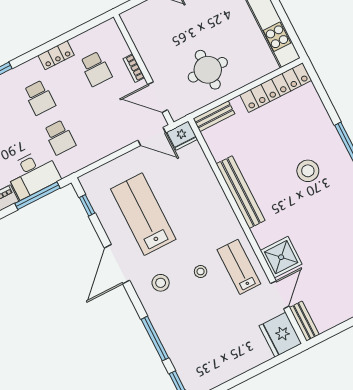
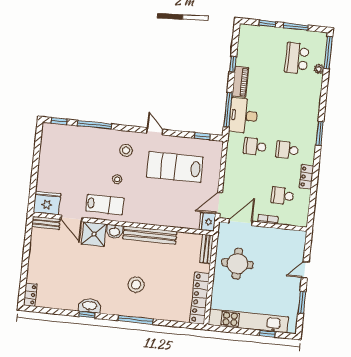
lab bench: (143, 214) -> (175, 167), turned 180
washbasin: (263, 235) -> (115, 231), added
door: (117, 264) -> (155, 131), width x0.53

